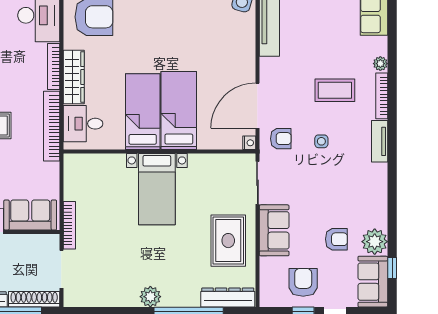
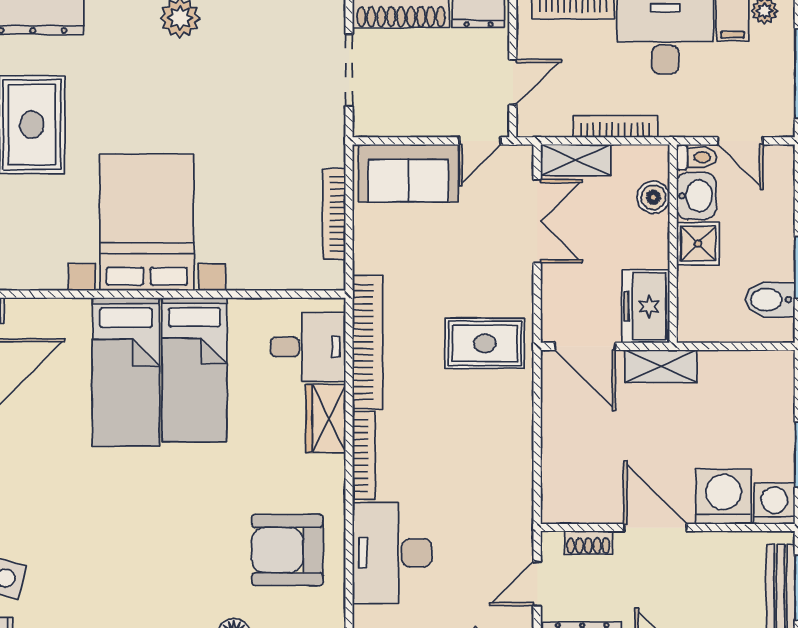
wardrobe: (74, 77) -> (326, 419), width x0.67
bed with nightstands: (157, 189) -> (147, 222), width x1.36
bookcase: (69, 225) -> (334, 214), moved

